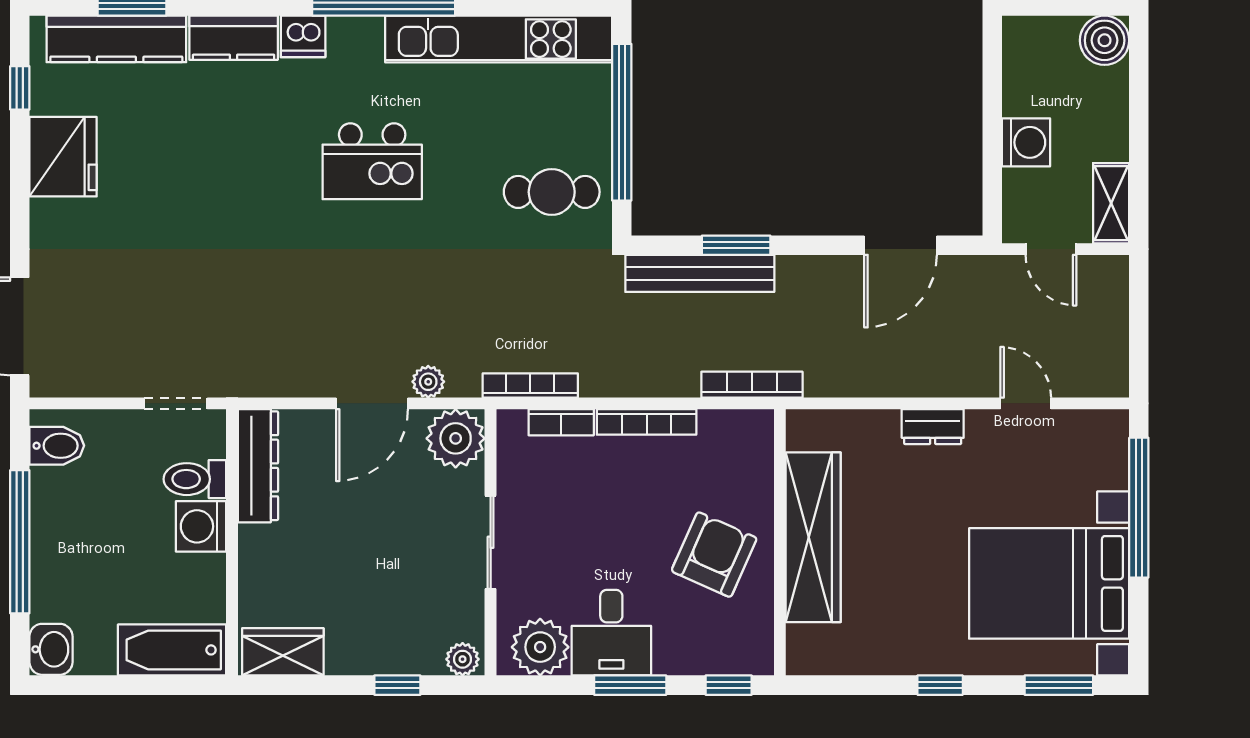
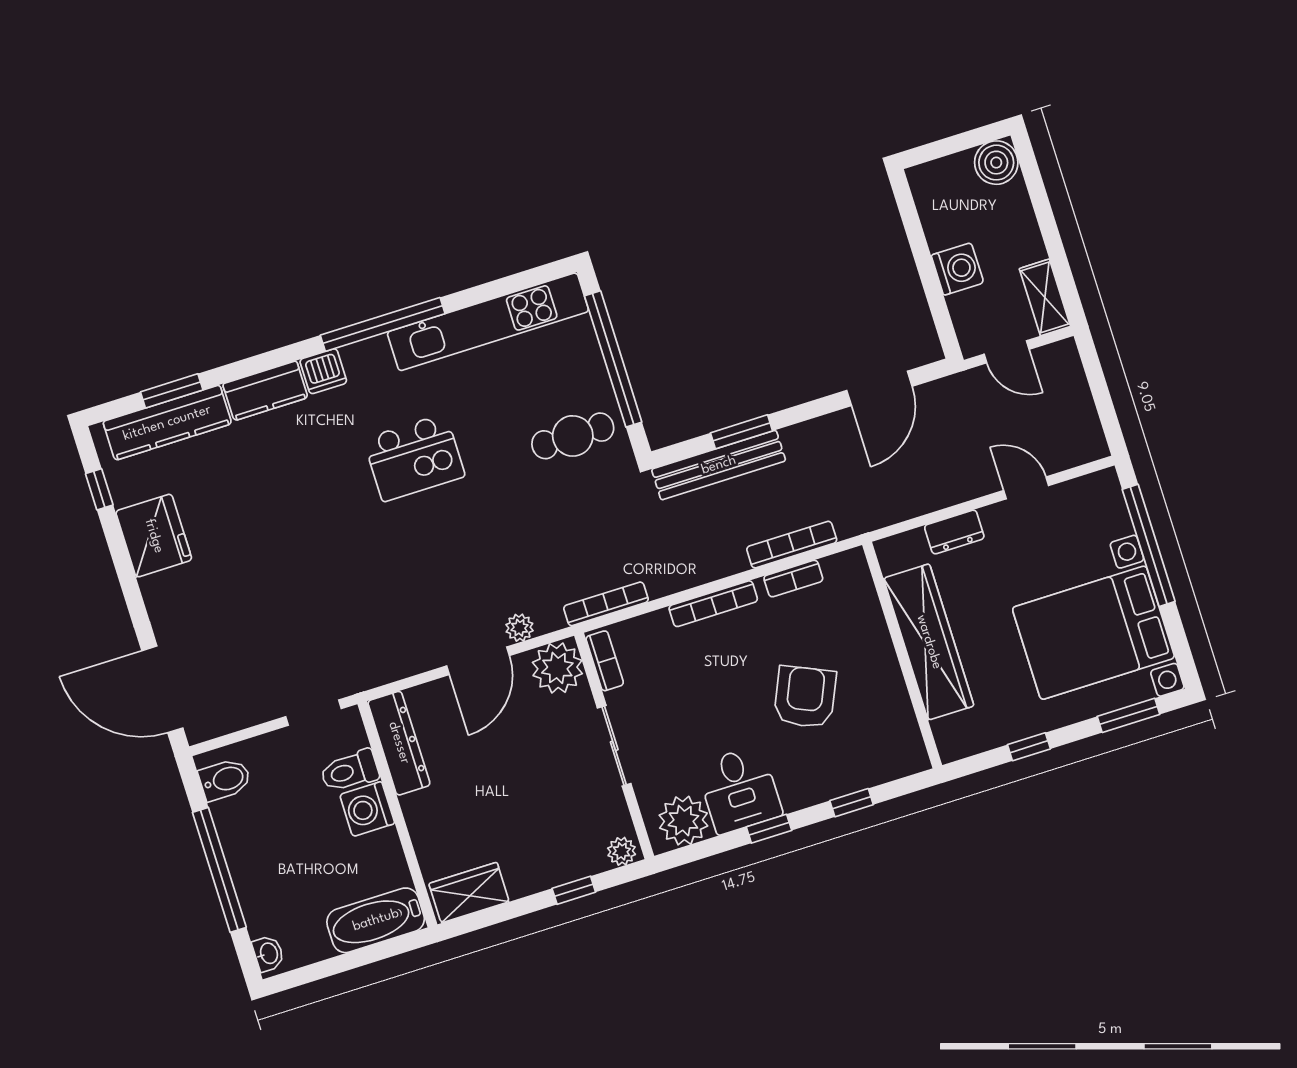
bookcase: (561, 422) -> (605, 661), moved, turned -90
bookcase: (742, 422) -> (793, 579), added
wardrobe: (813, 537) -> (929, 642), moved
wall: (780, 542) -> (902, 655), moved
washbasin: (51, 649) -> (268, 954), width x0.72, depth x0.69
window: (630, 685) -> (769, 829), width x0.67

